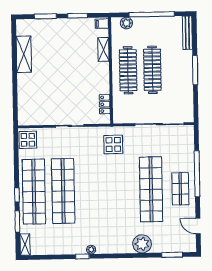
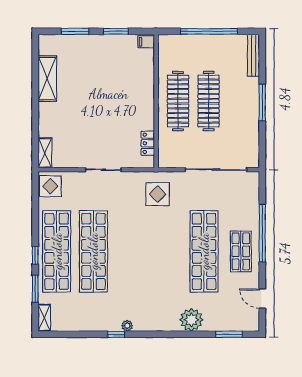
plant: (126, 23) -> (177, 42), removed
shelving: (103, 50) -> (45, 153), moved

